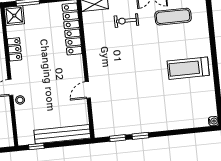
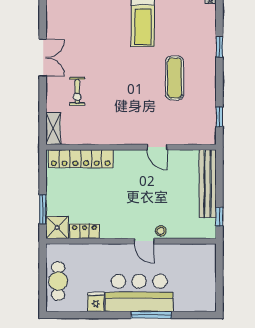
exercise mat: (173, 17) -> (175, 78), moved
locker: (15, 49) -> (84, 231), moved
window: (140, 136) -> (219, 47), moved

